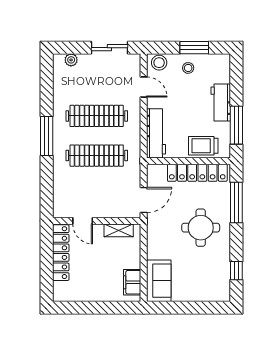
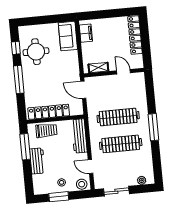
door: (144, 200) -> (83, 90), hinge flipped
window: (236, 202) -> (19, 79), moved
round table: (201, 228) -> (36, 52), moved
locker: (61, 253) -> (135, 35), moved

